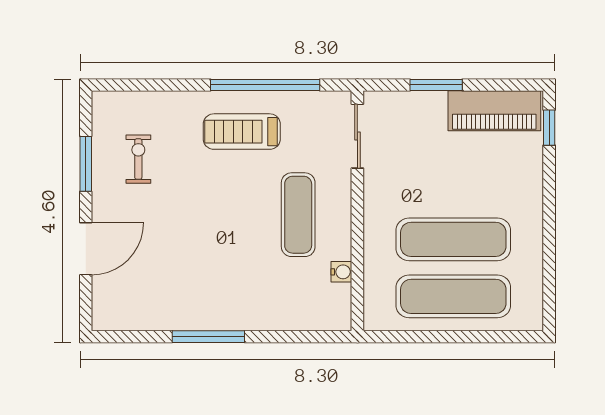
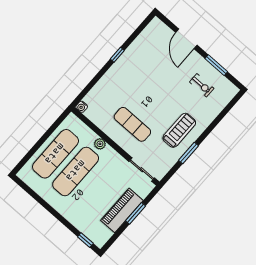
window: (265, 85) -> (188, 153), width x0.47
piano: (494, 111) -> (122, 210), moved
plant: (375, 239) -> (100, 144), added
water cooler: (341, 272) -> (82, 107), moved
window: (208, 337) -> (117, 55), width x0.46

